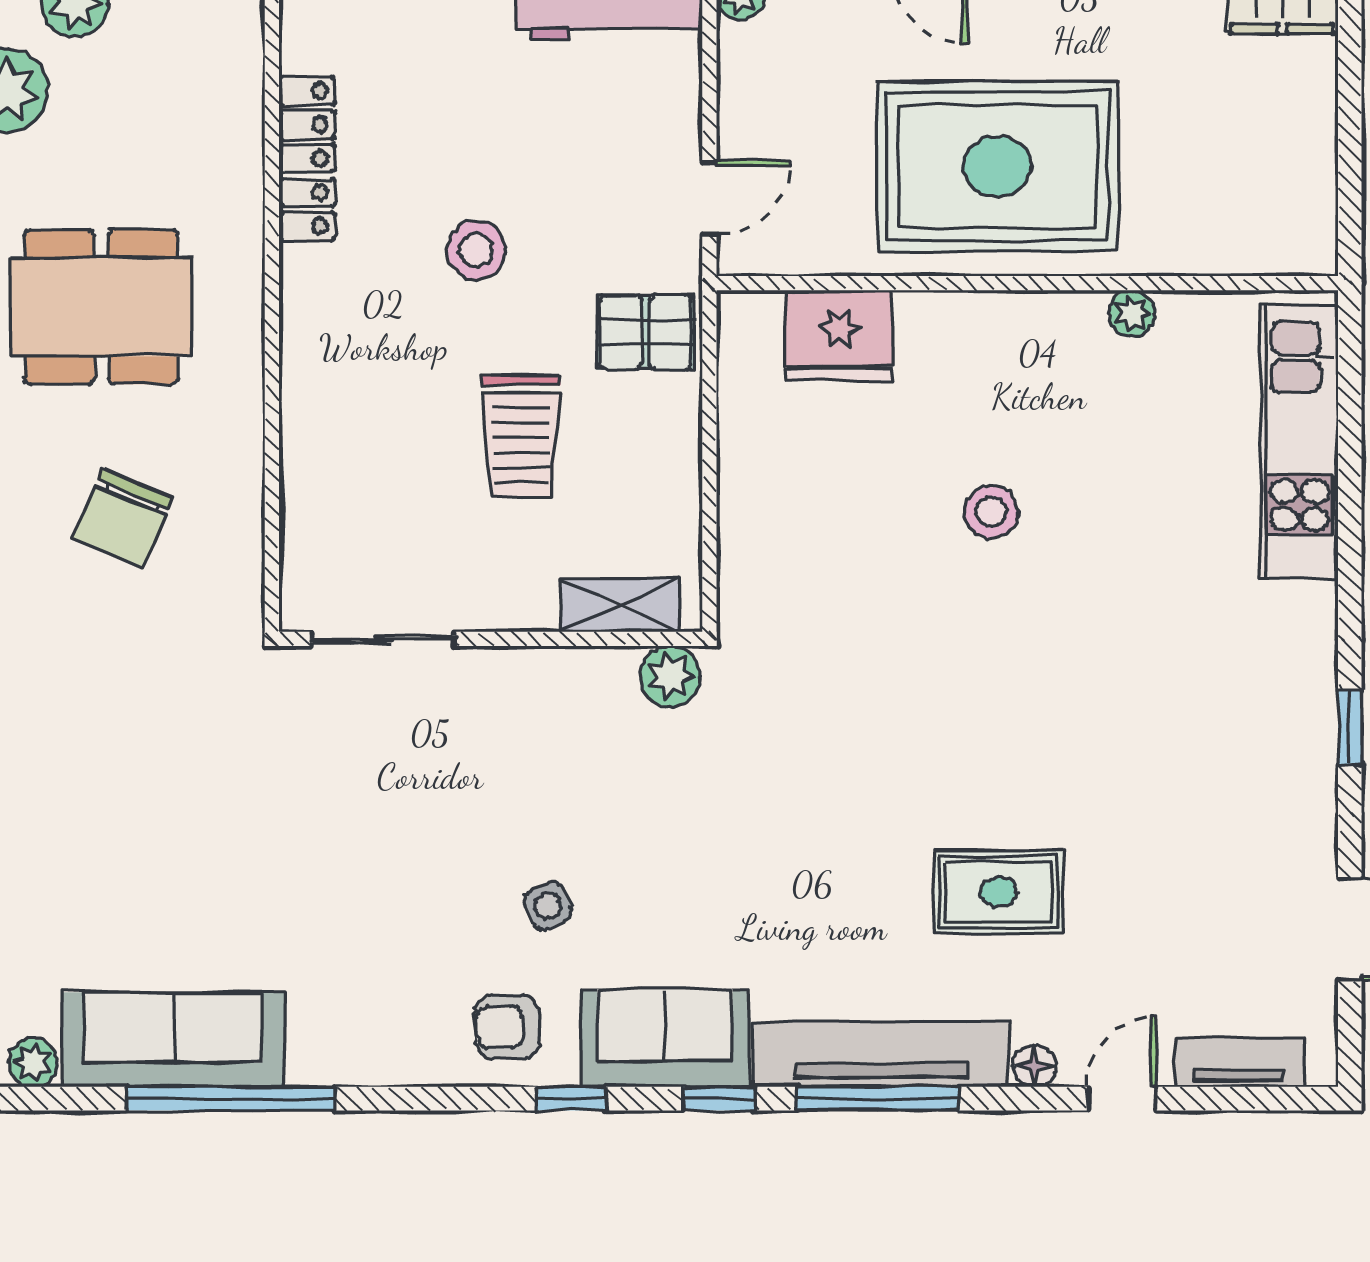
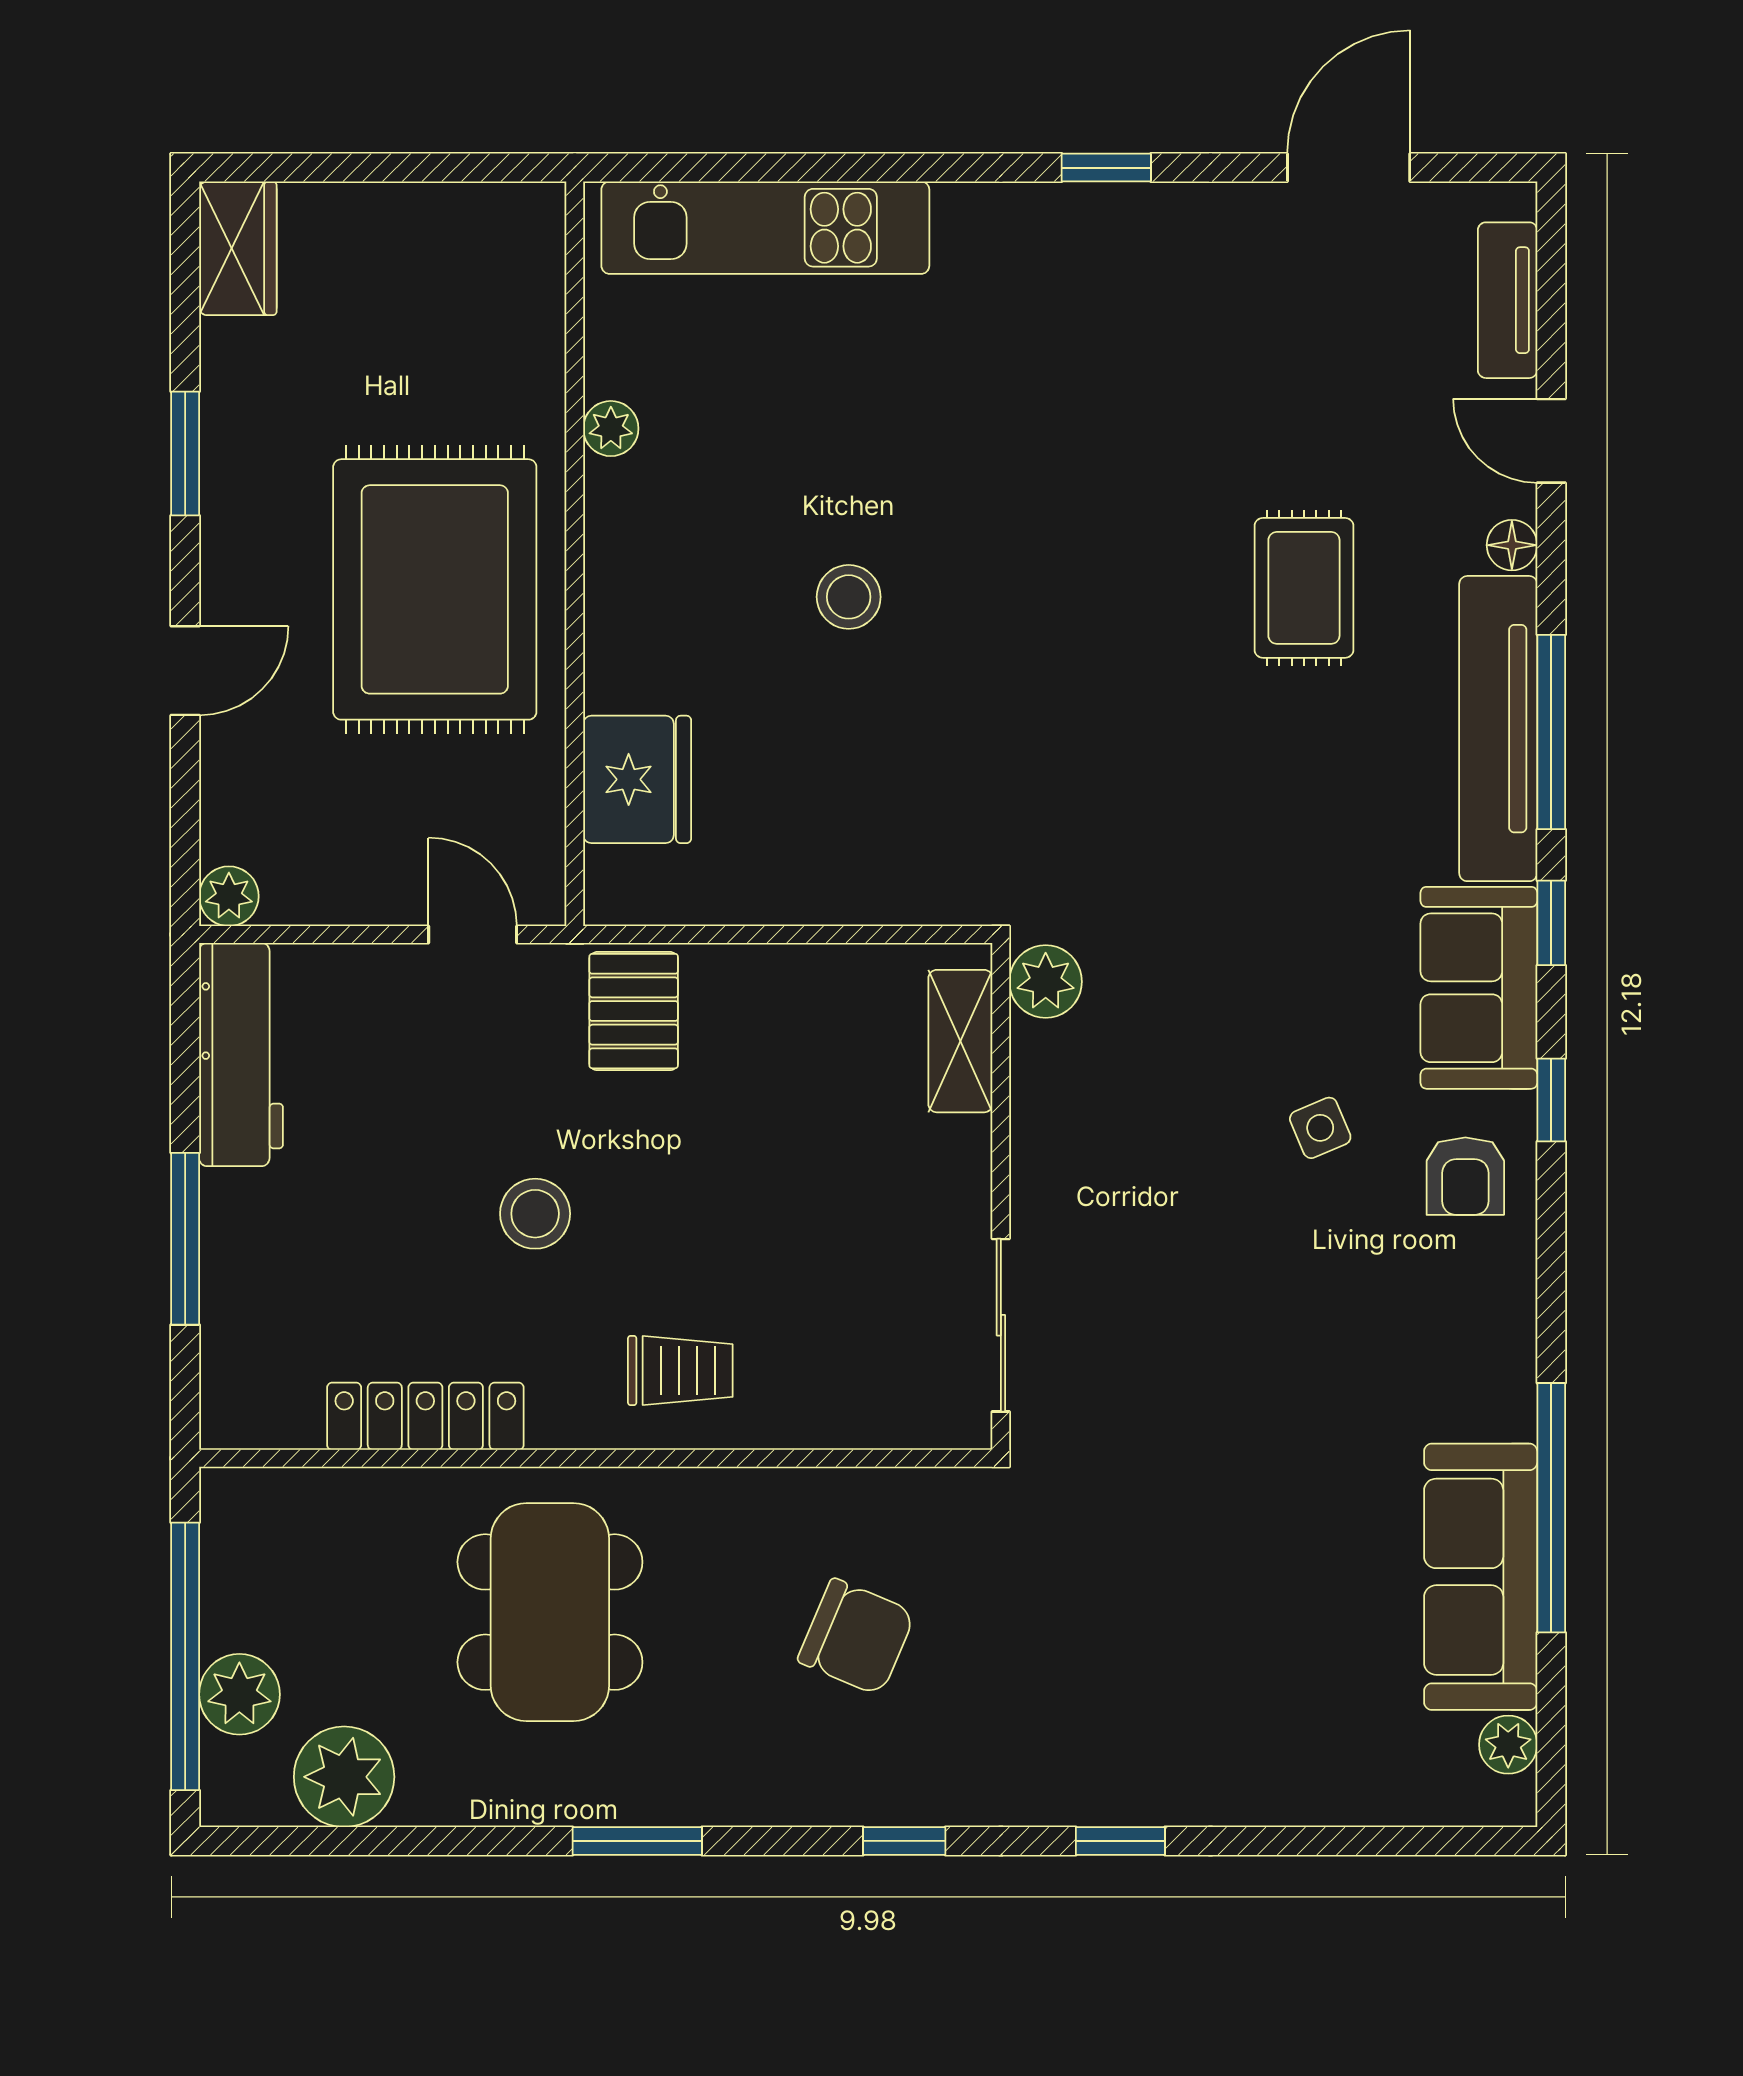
dining table: (101, 307) -> (550, 1612), moved
trolley: (521, 436) -> (680, 1371), moved, width x0.73, depth x0.72

